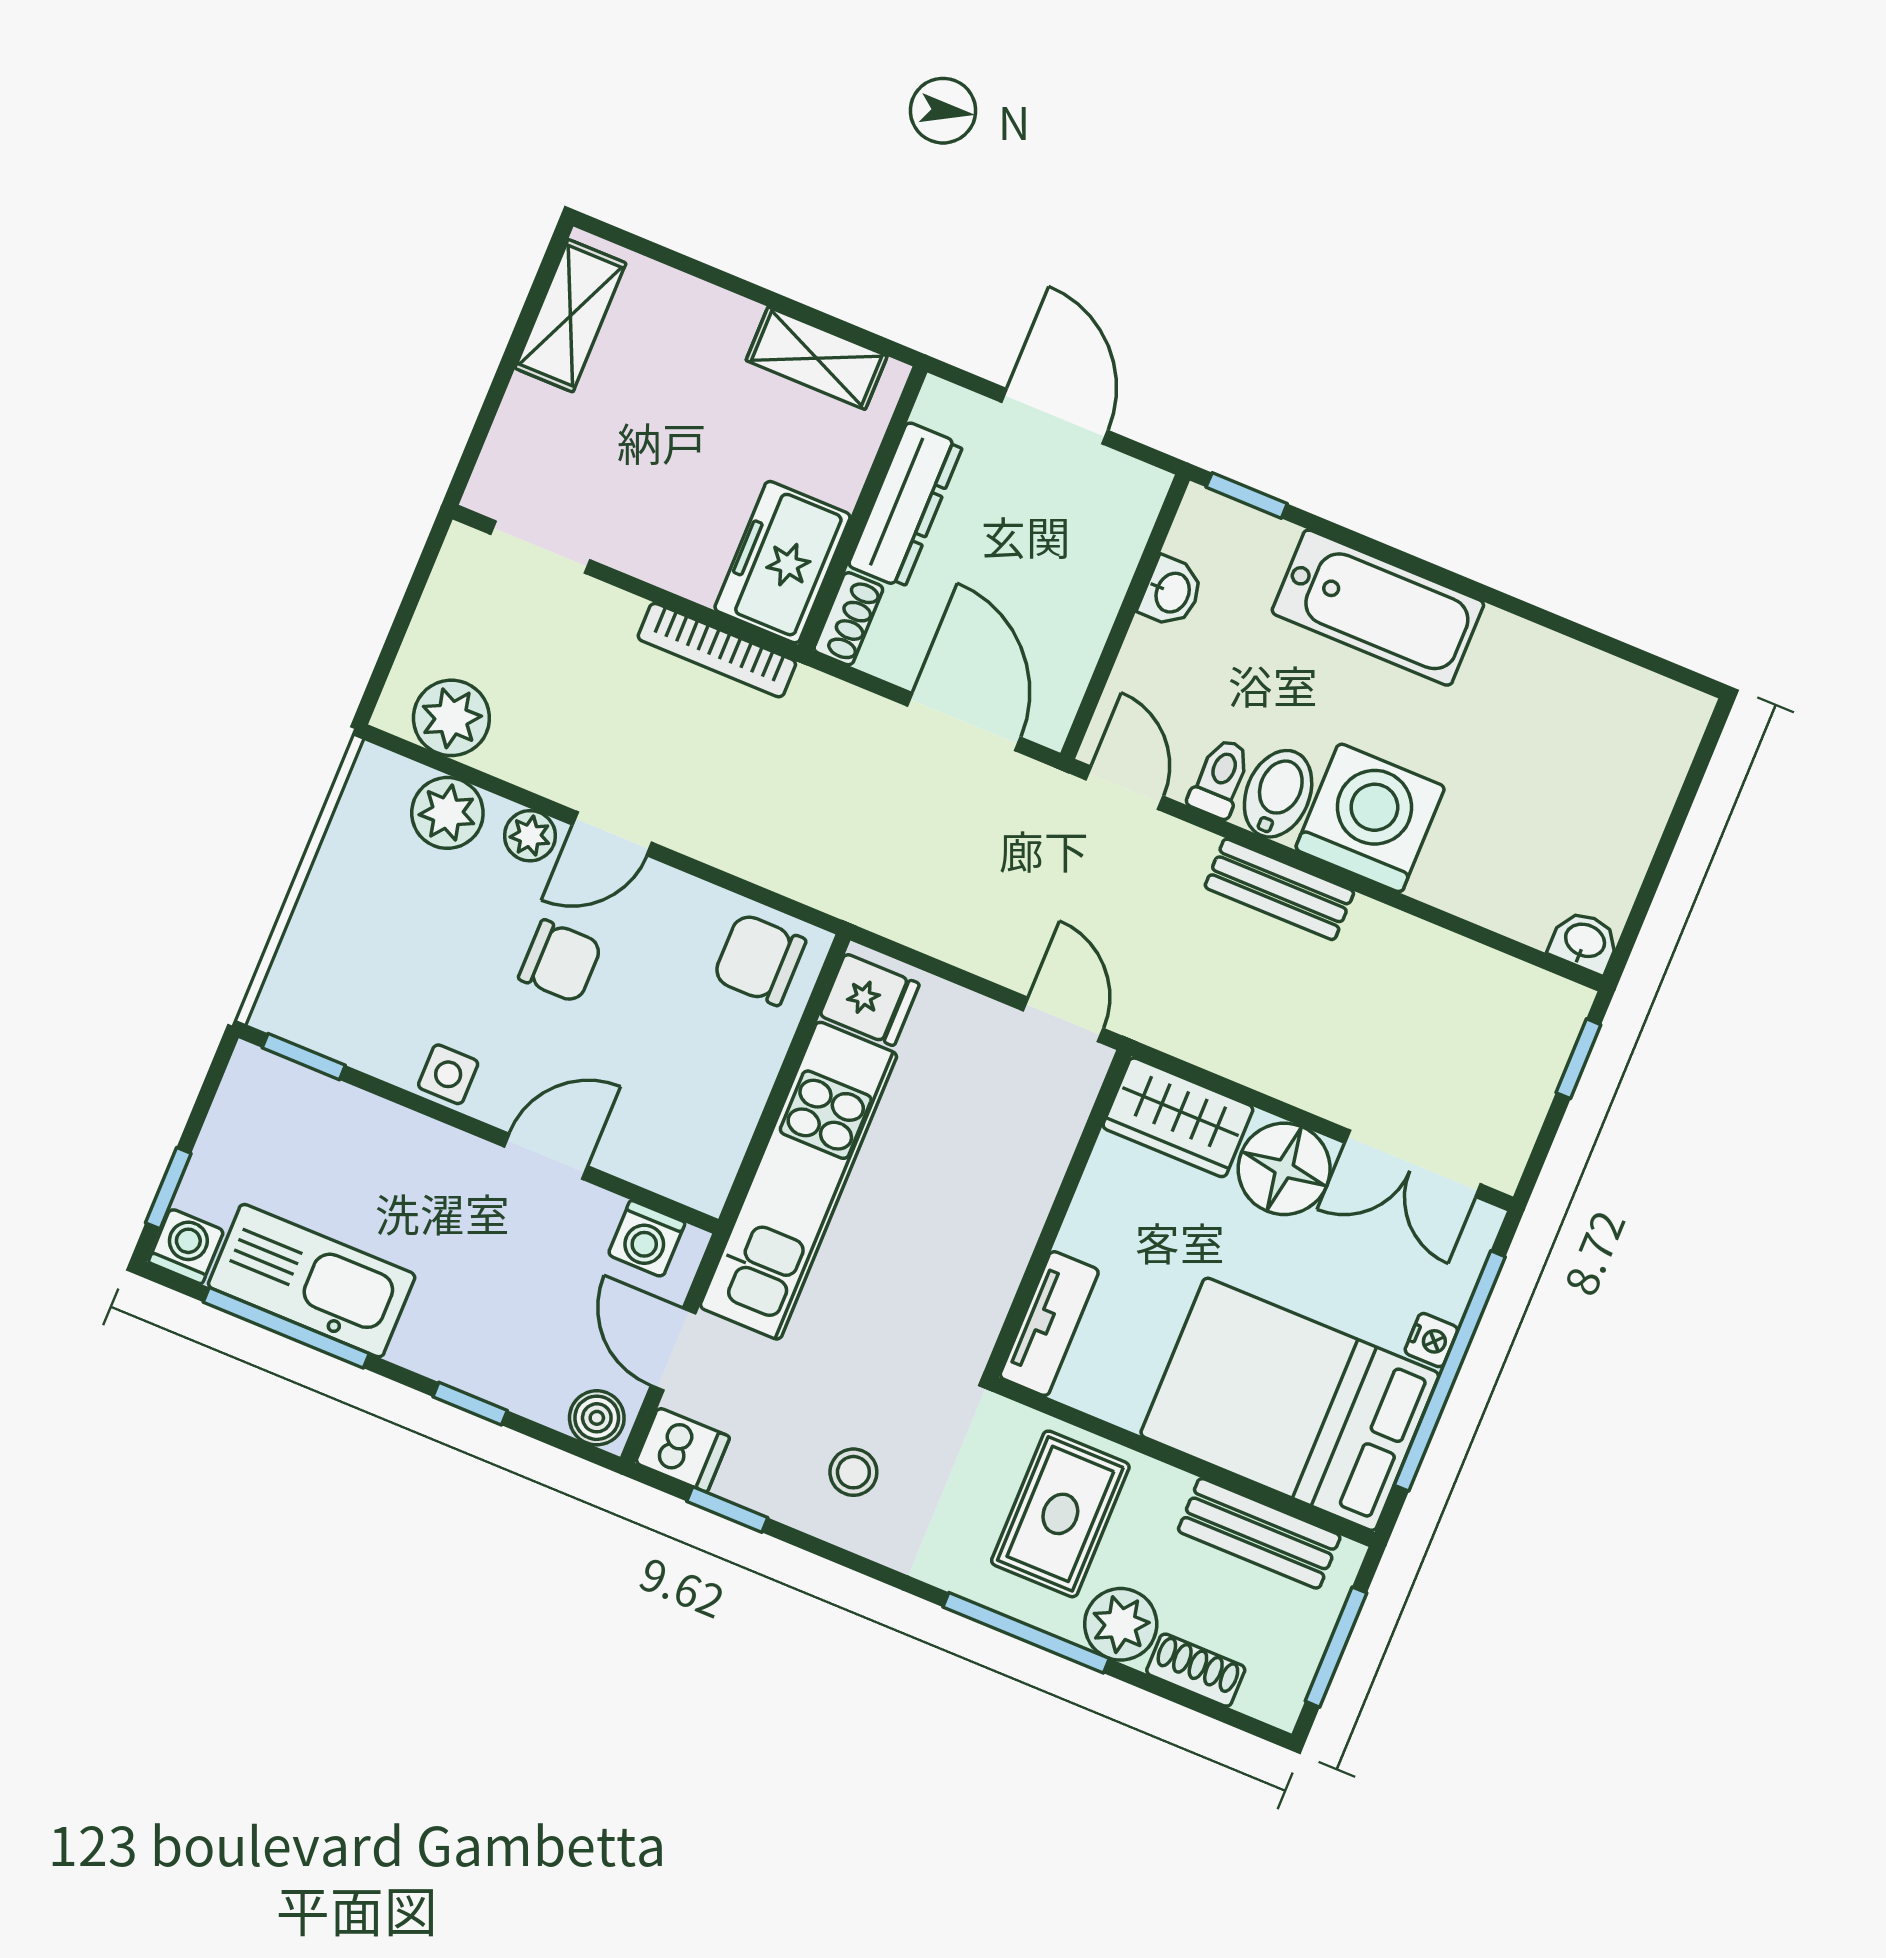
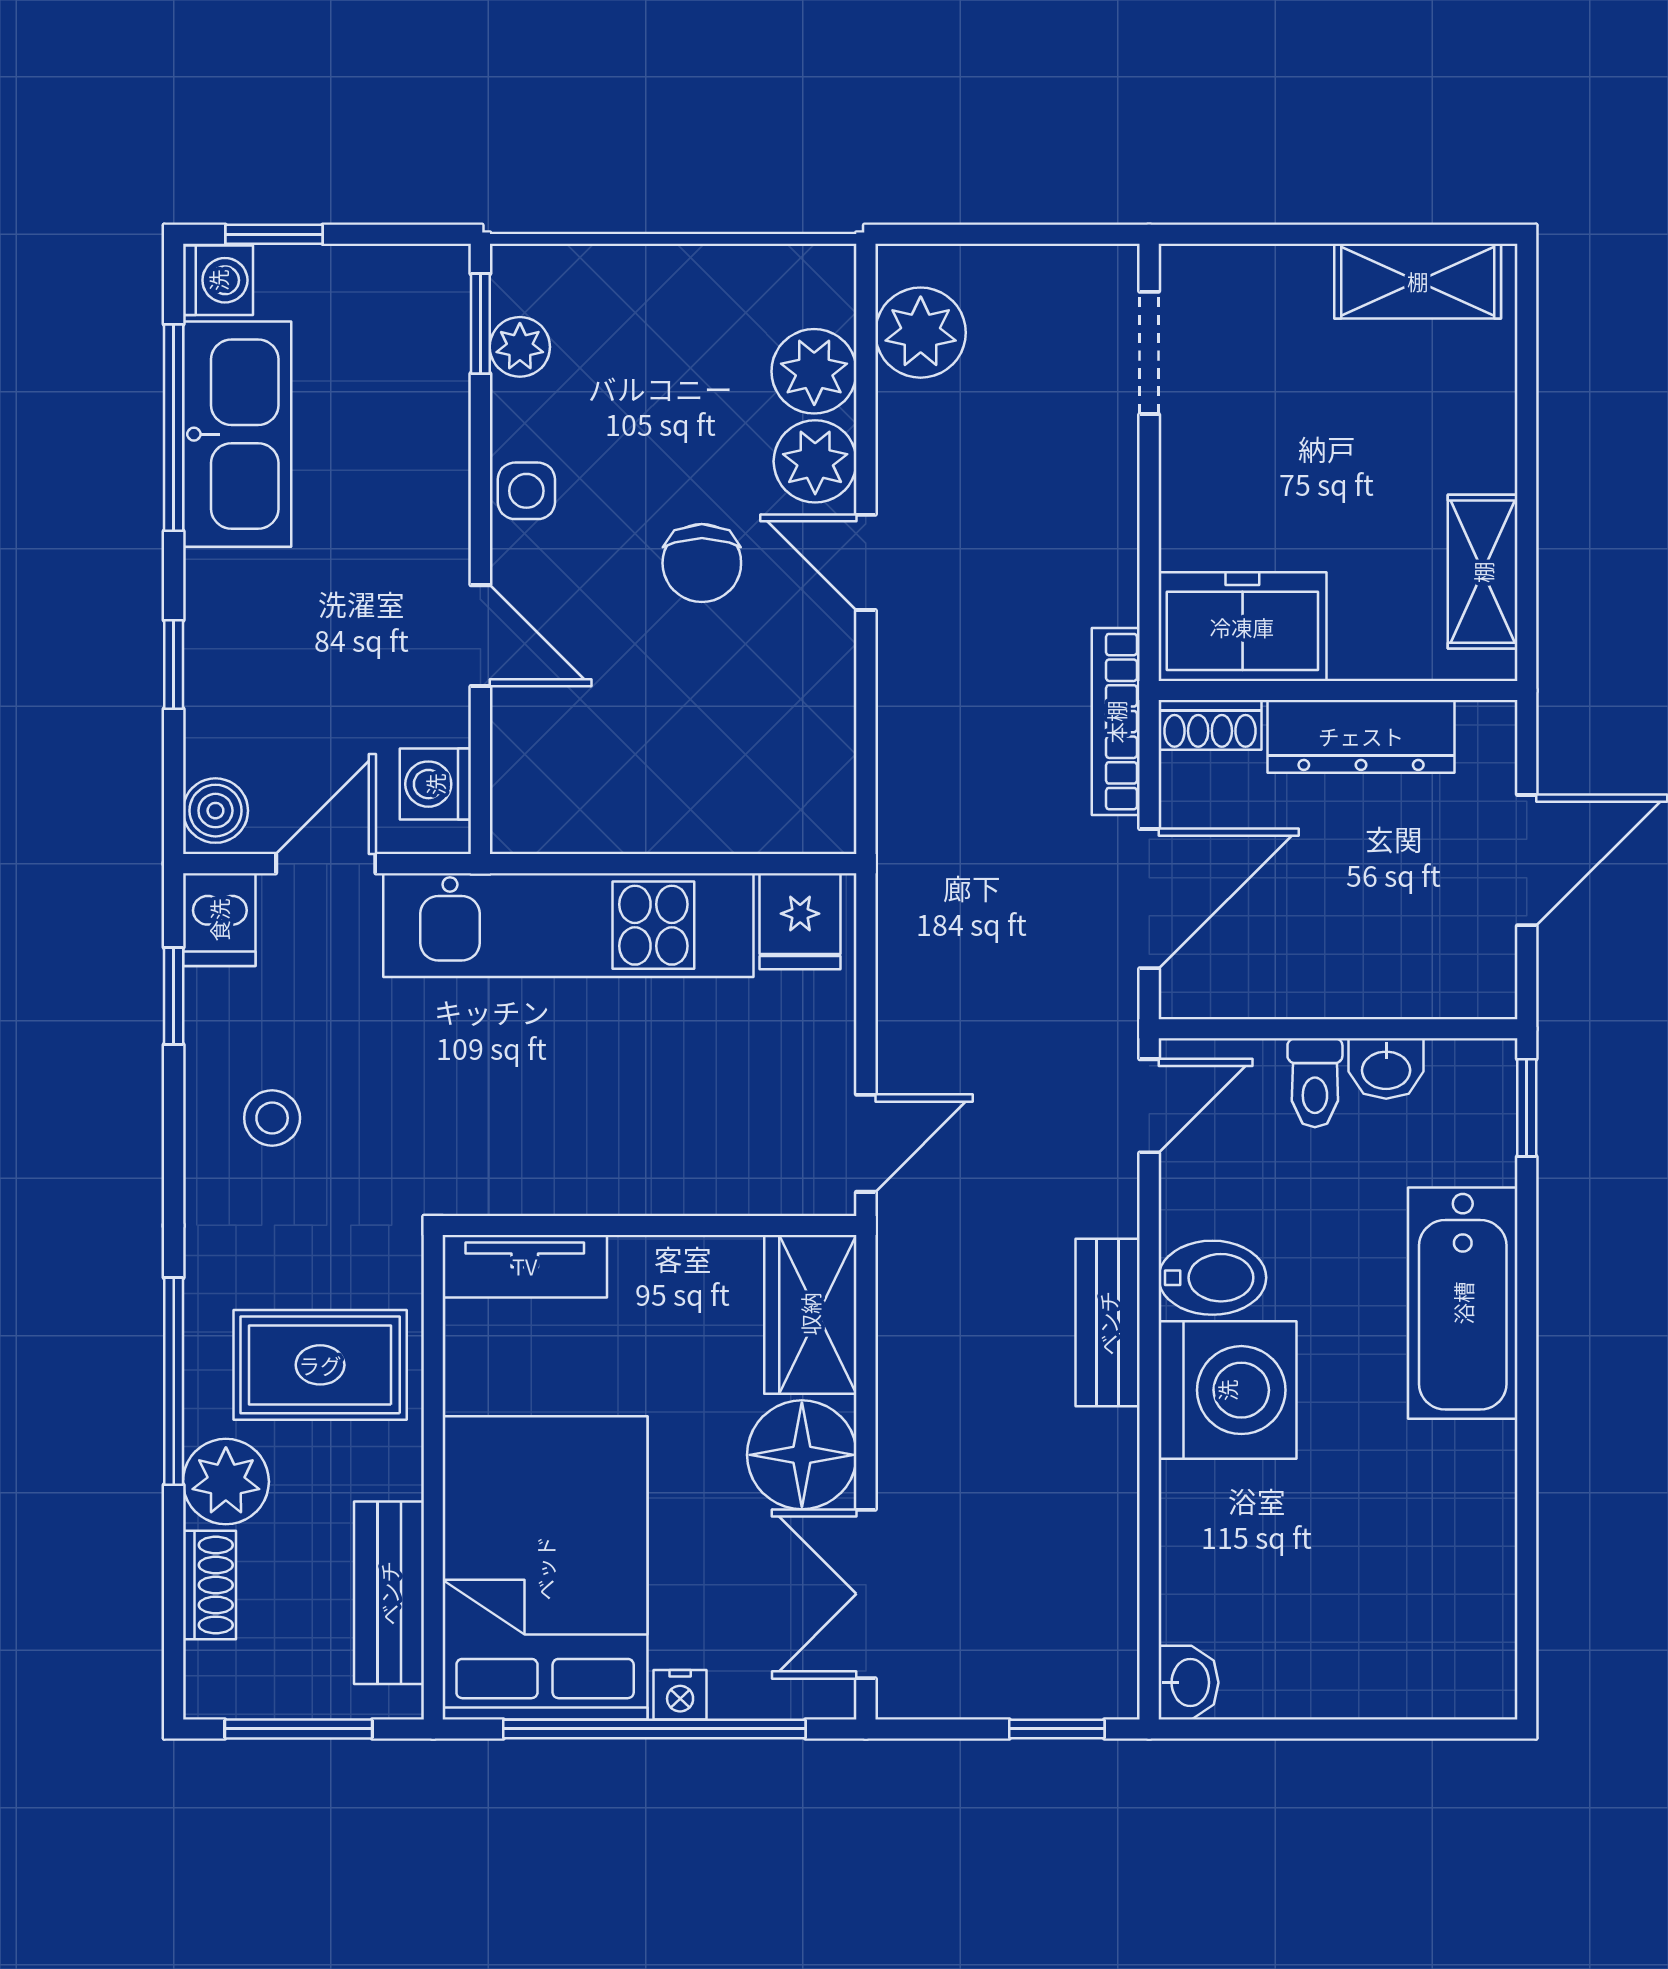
bookcase: (717, 650) -> (1116, 722), moved
toilet: (1220, 778) -> (1315, 1083), moved, turned 90
plant: (530, 836) -> (815, 461), width x1.38, depth x1.38
chair: (759, 959) -> (794, 781), removed
plant: (334, 1033) -> (520, 347), added

